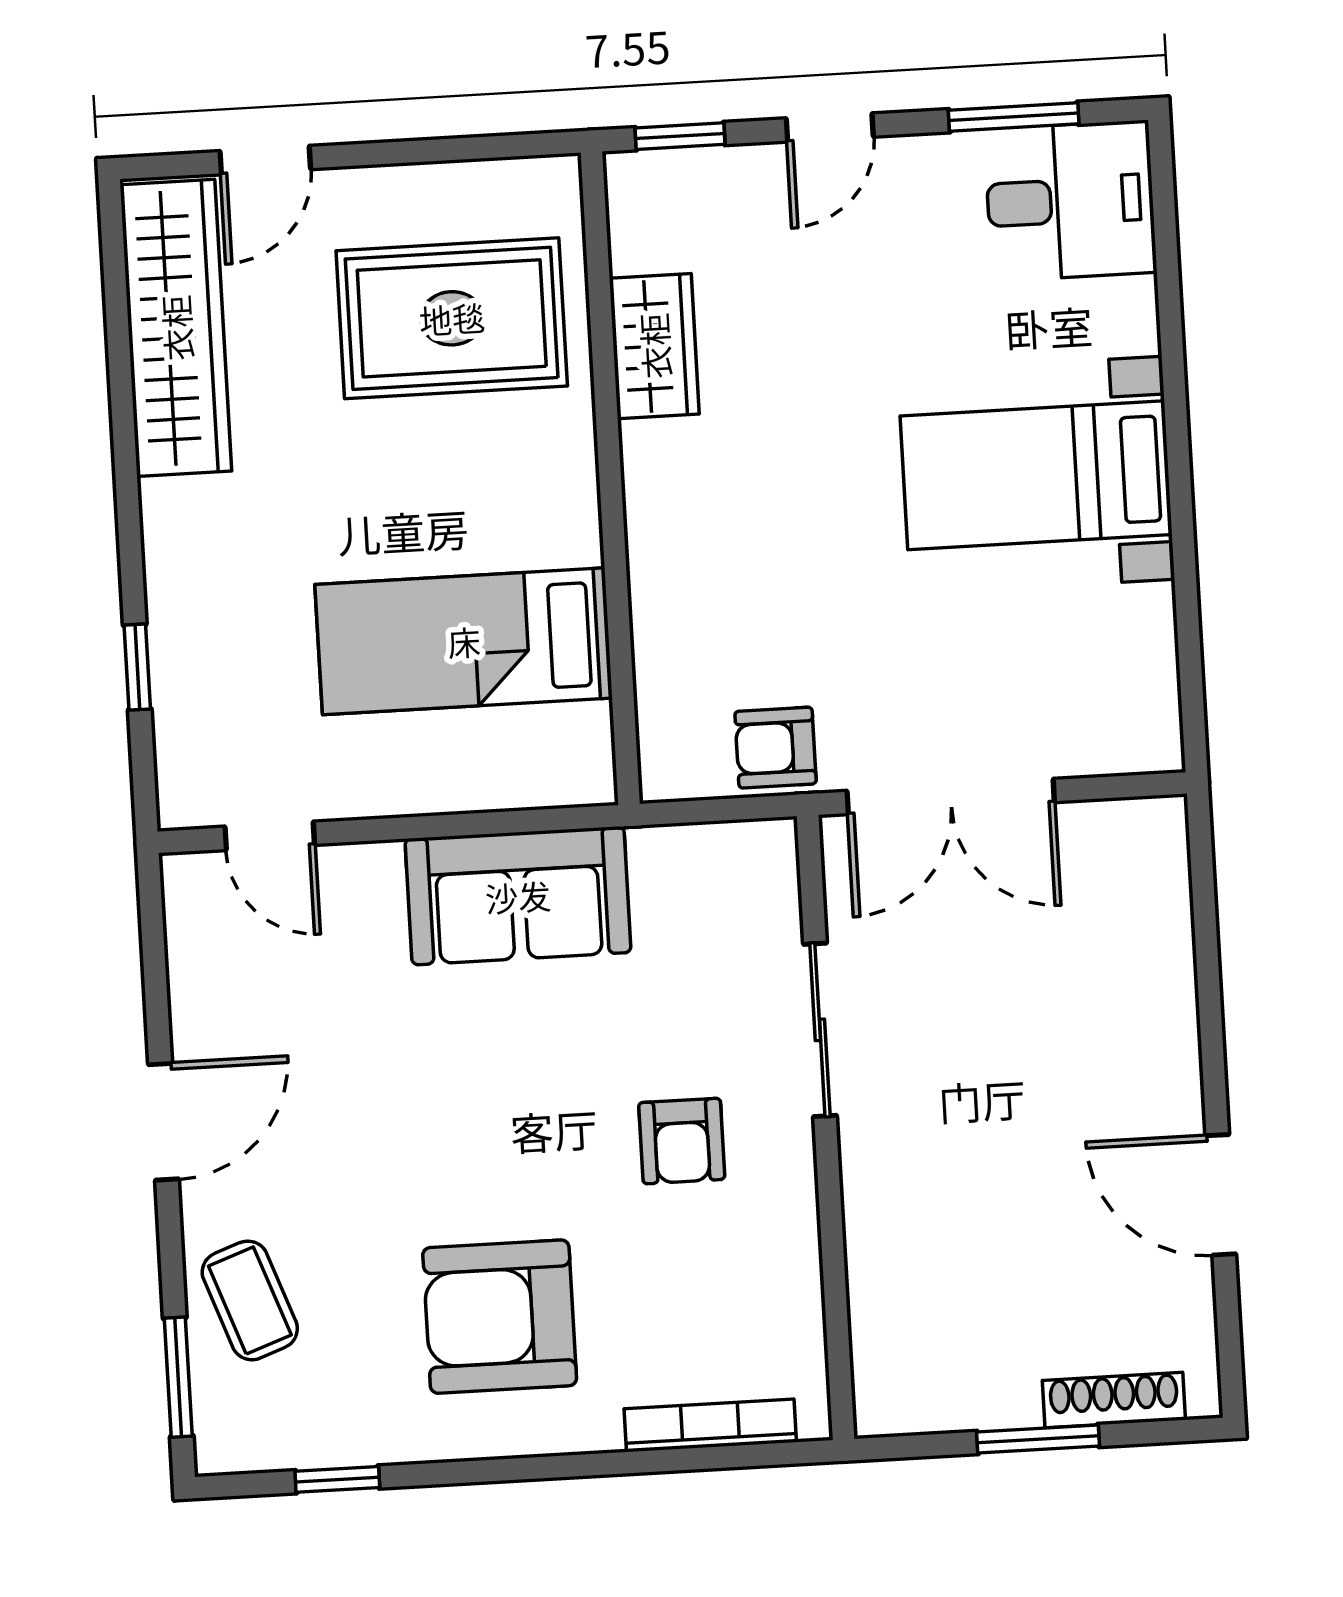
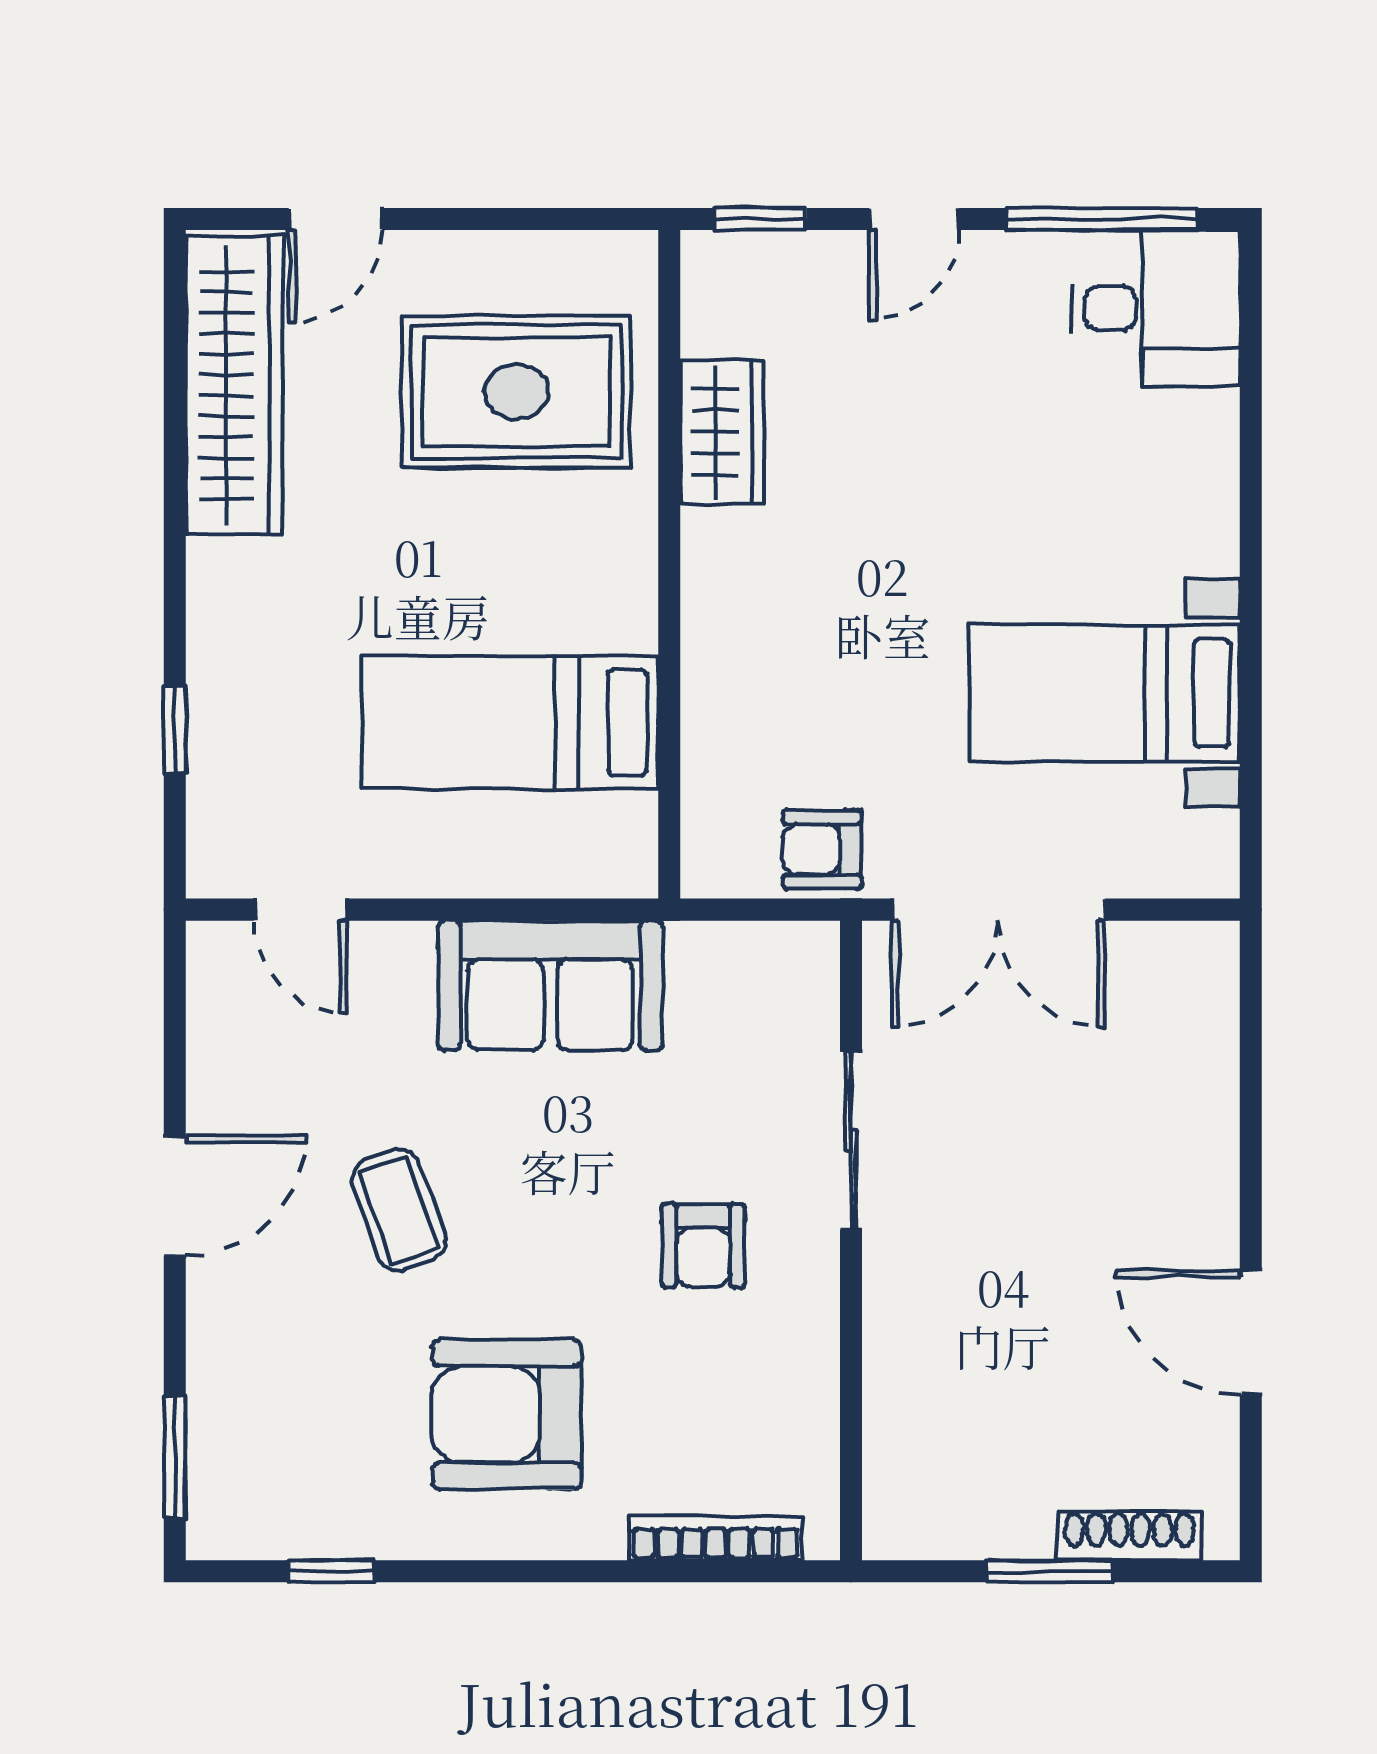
window: (1014, 117) -> (1103, 219), width x1.44
bed with nightstands: (1036, 475) -> (1105, 693), moved
coffee table: (250, 1300) -> (399, 1210), moved

